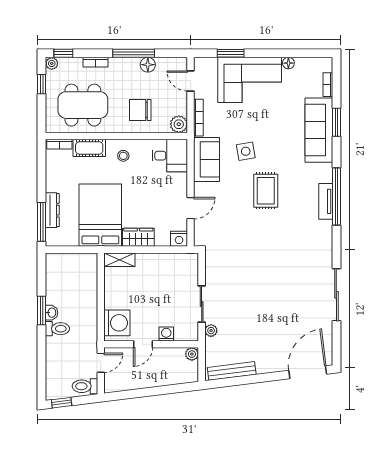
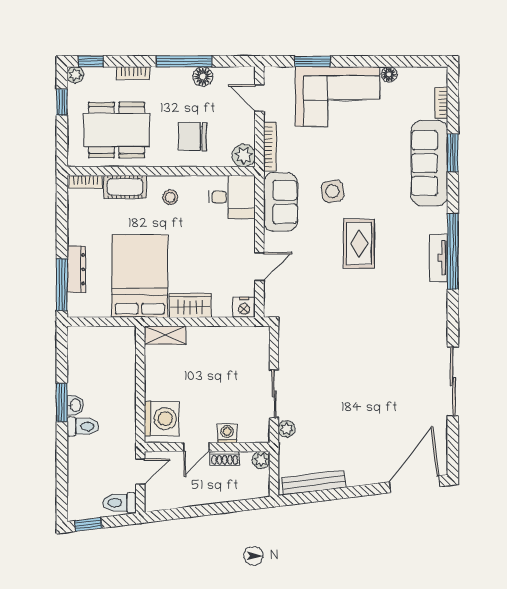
shoe rack: (164, 353) -> (225, 458), added

